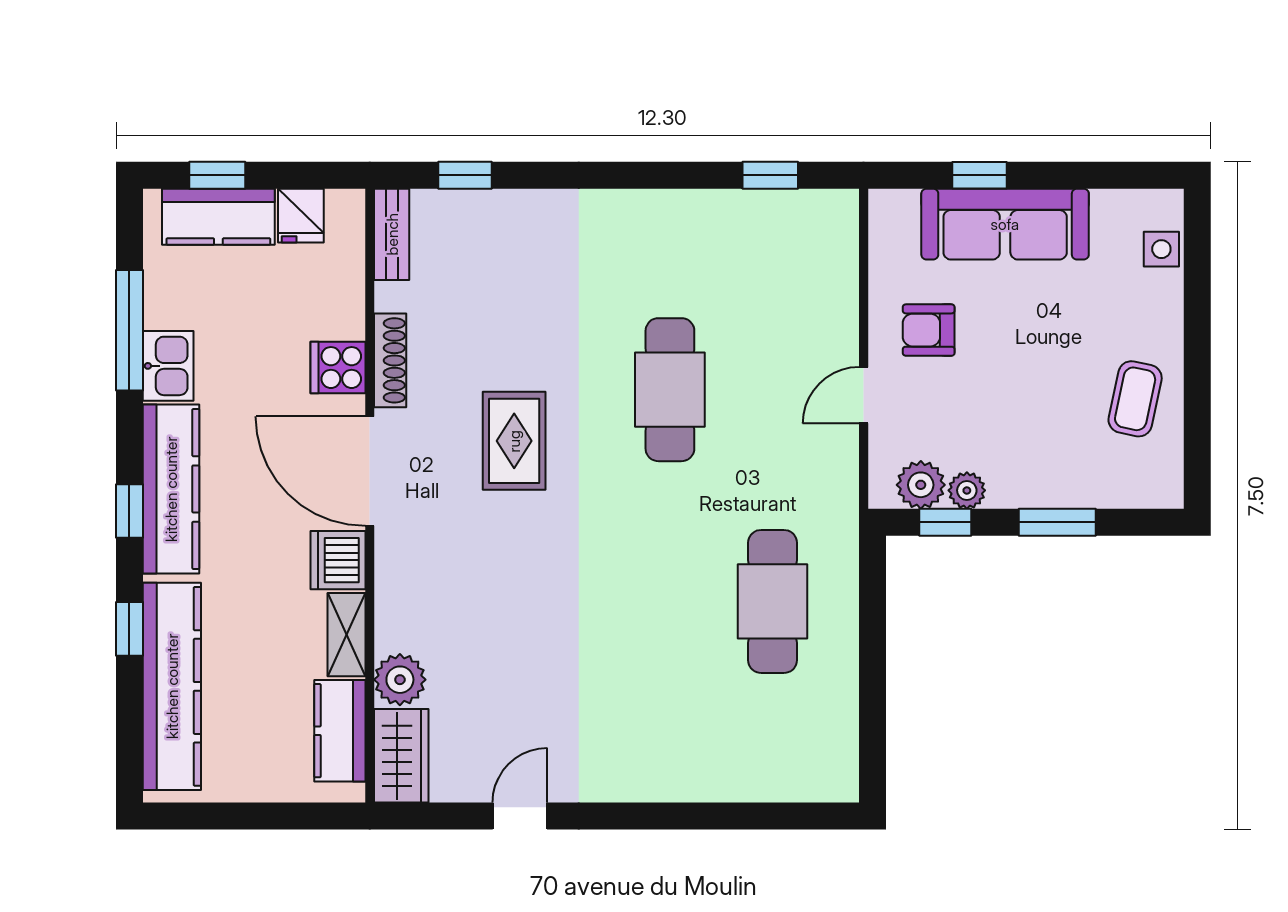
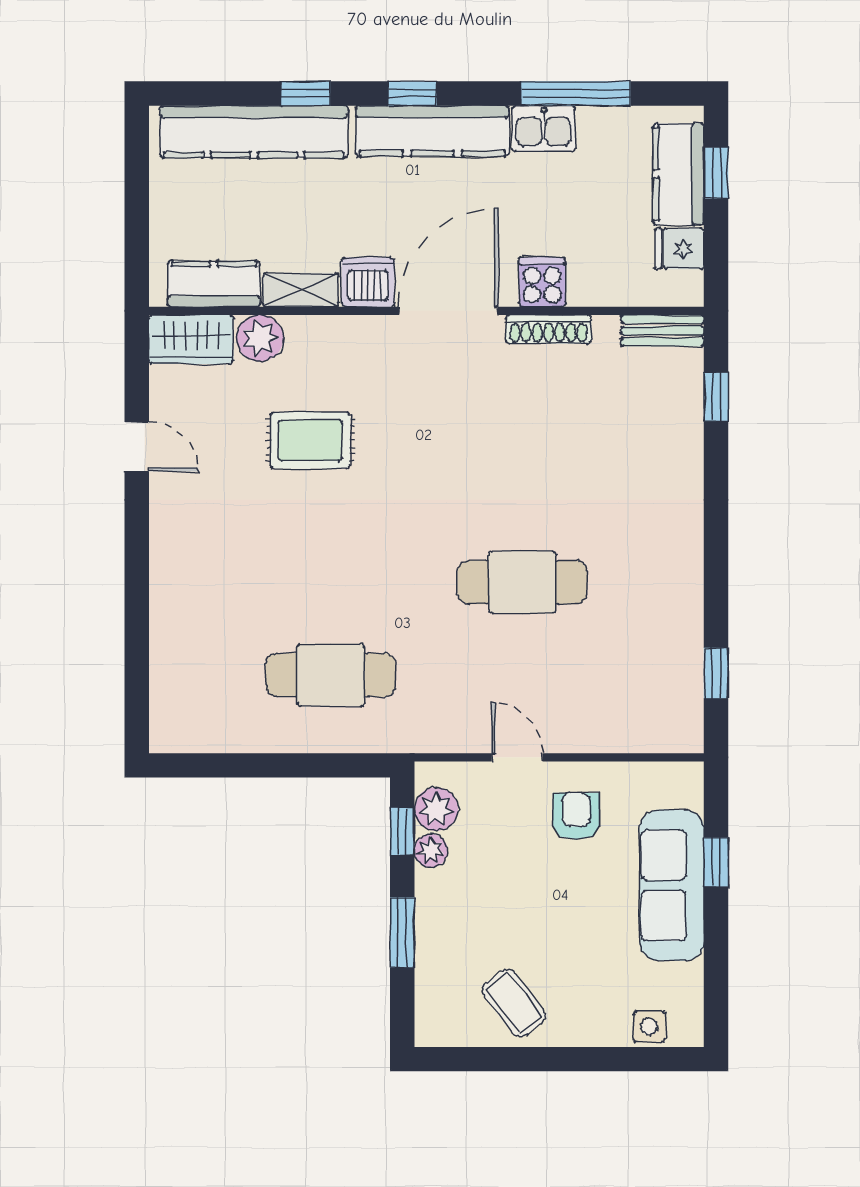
coffee table: (1135, 399) -> (514, 1003), turned 40
rug: (514, 441) -> (310, 440), moved

